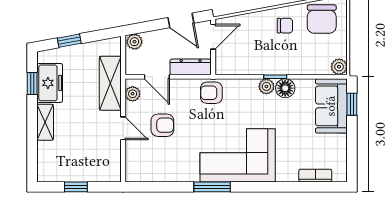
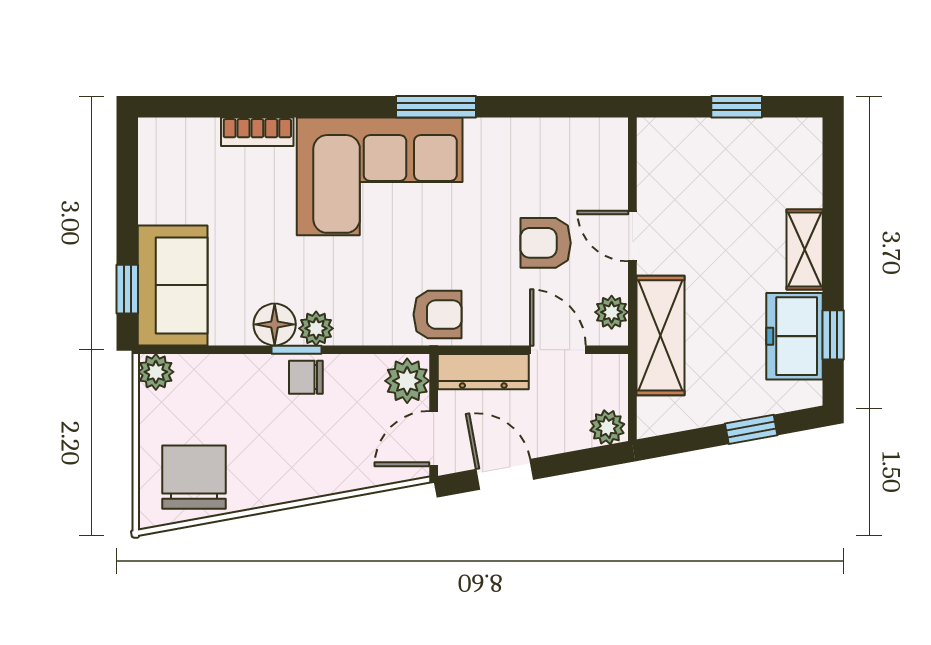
chair: (285, 26) -> (306, 377), moved
plant: (225, 63) -> (407, 381), added
bookcase: (315, 176) -> (257, 132), moved

